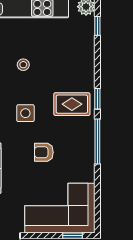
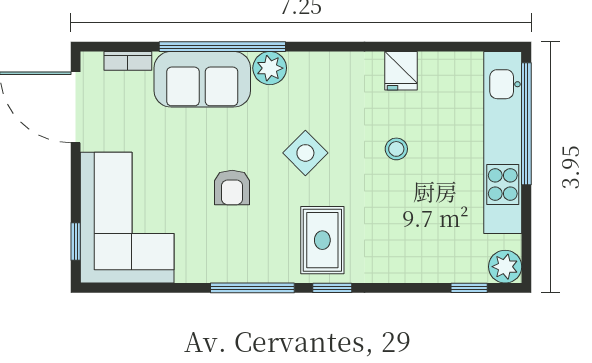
side table: (25, 113) -> (305, 153), turned 45
armchair: (44, 152) -> (232, 188), turned 180

